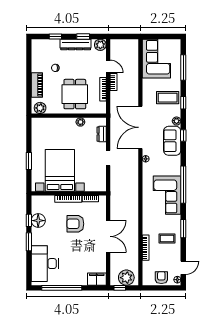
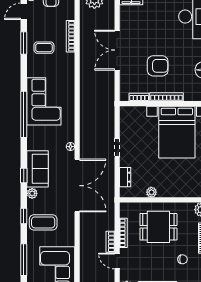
dining table: (75, 94) -> (158, 227), turned 90
window: (183, 229) -> (24, 43), moved

